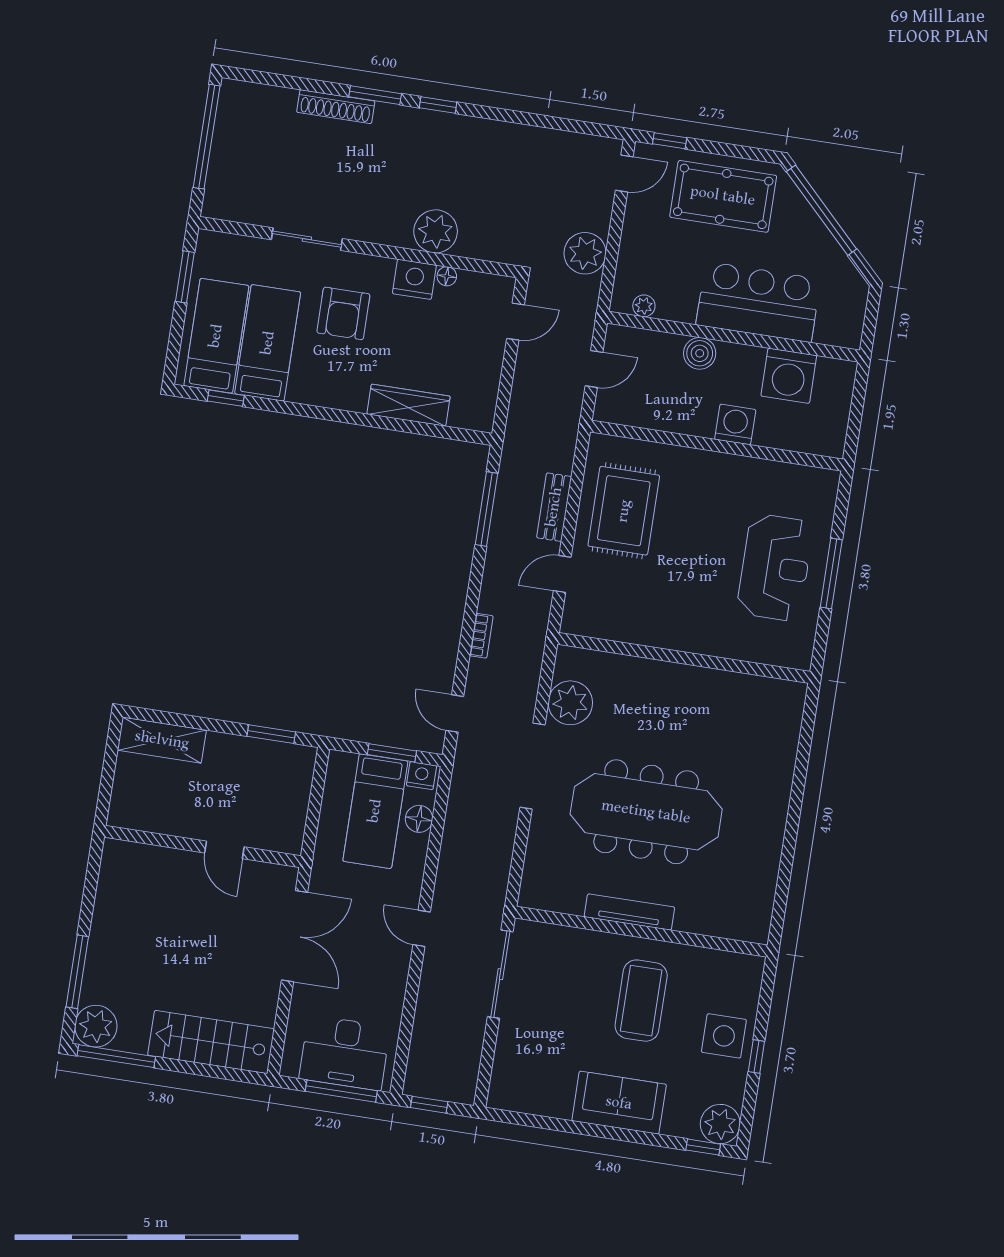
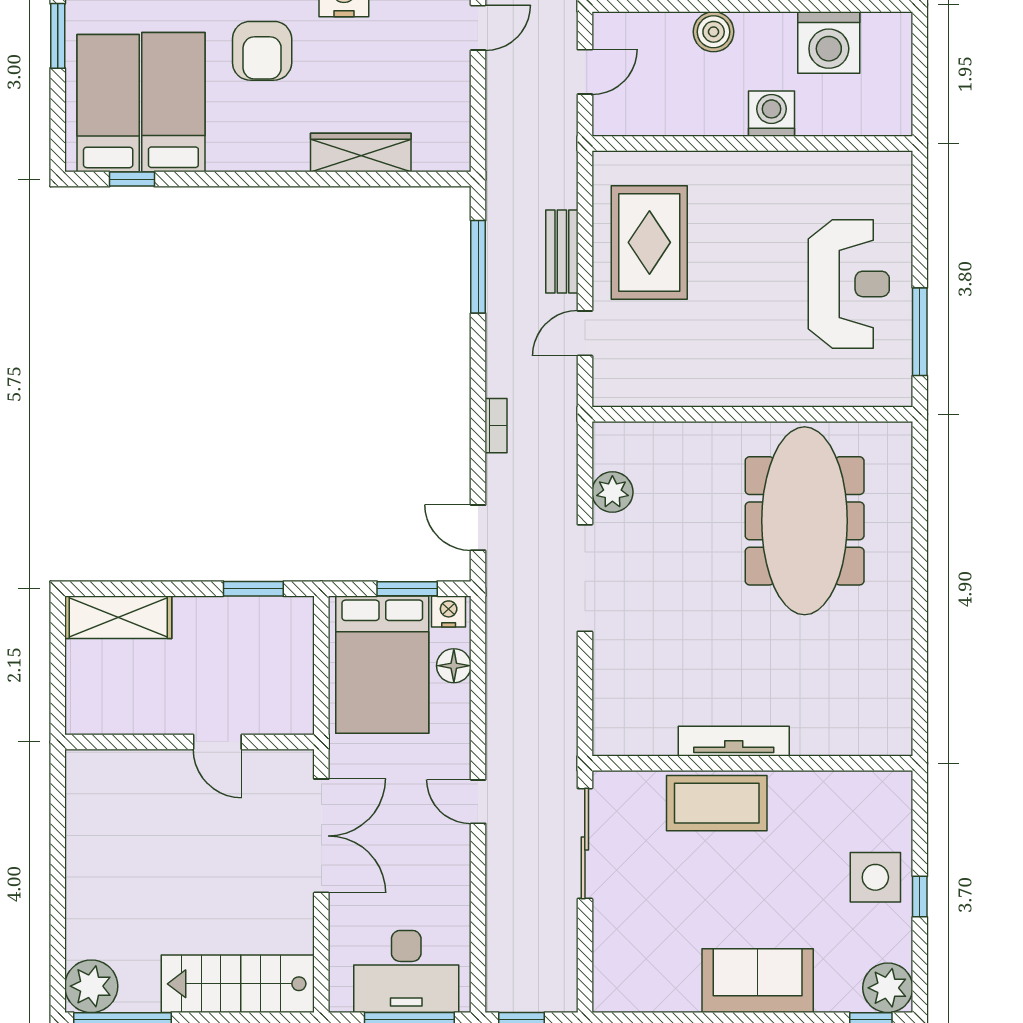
window: (831, 573) -> (920, 332), moved
plant: (570, 703) -> (612, 492), width x0.73, depth x0.73
bed: (375, 811) -> (382, 665), width x1.50
meeting table: (646, 812) -> (805, 521), moved, turned 90
window: (77, 972) -> (58, 922), removed
coffee table: (641, 1001) -> (717, 803), moved, turned 90

